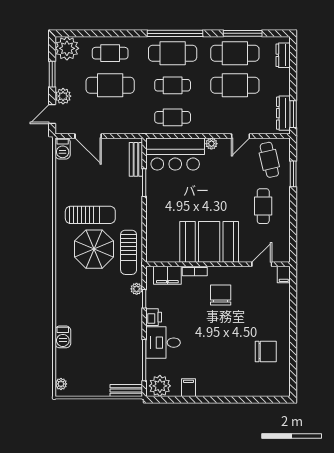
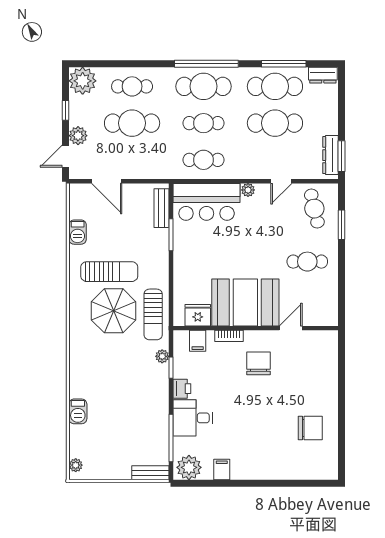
dresser: (283, 55) -> (323, 75), moved, turned -90
window: (52, 74) -> (65, 110), width x0.67
barbecue: (63, 148) -> (78, 232), moved
cafe table: (263, 206) -> (307, 262), turned 90
fridge: (168, 253) -> (198, 315), added
door: (262, 264) -> (291, 328), moved
filing cabinet: (284, 274) -> (331, 340), removed
filing cabinet: (167, 275) -> (198, 341), width x0.50

